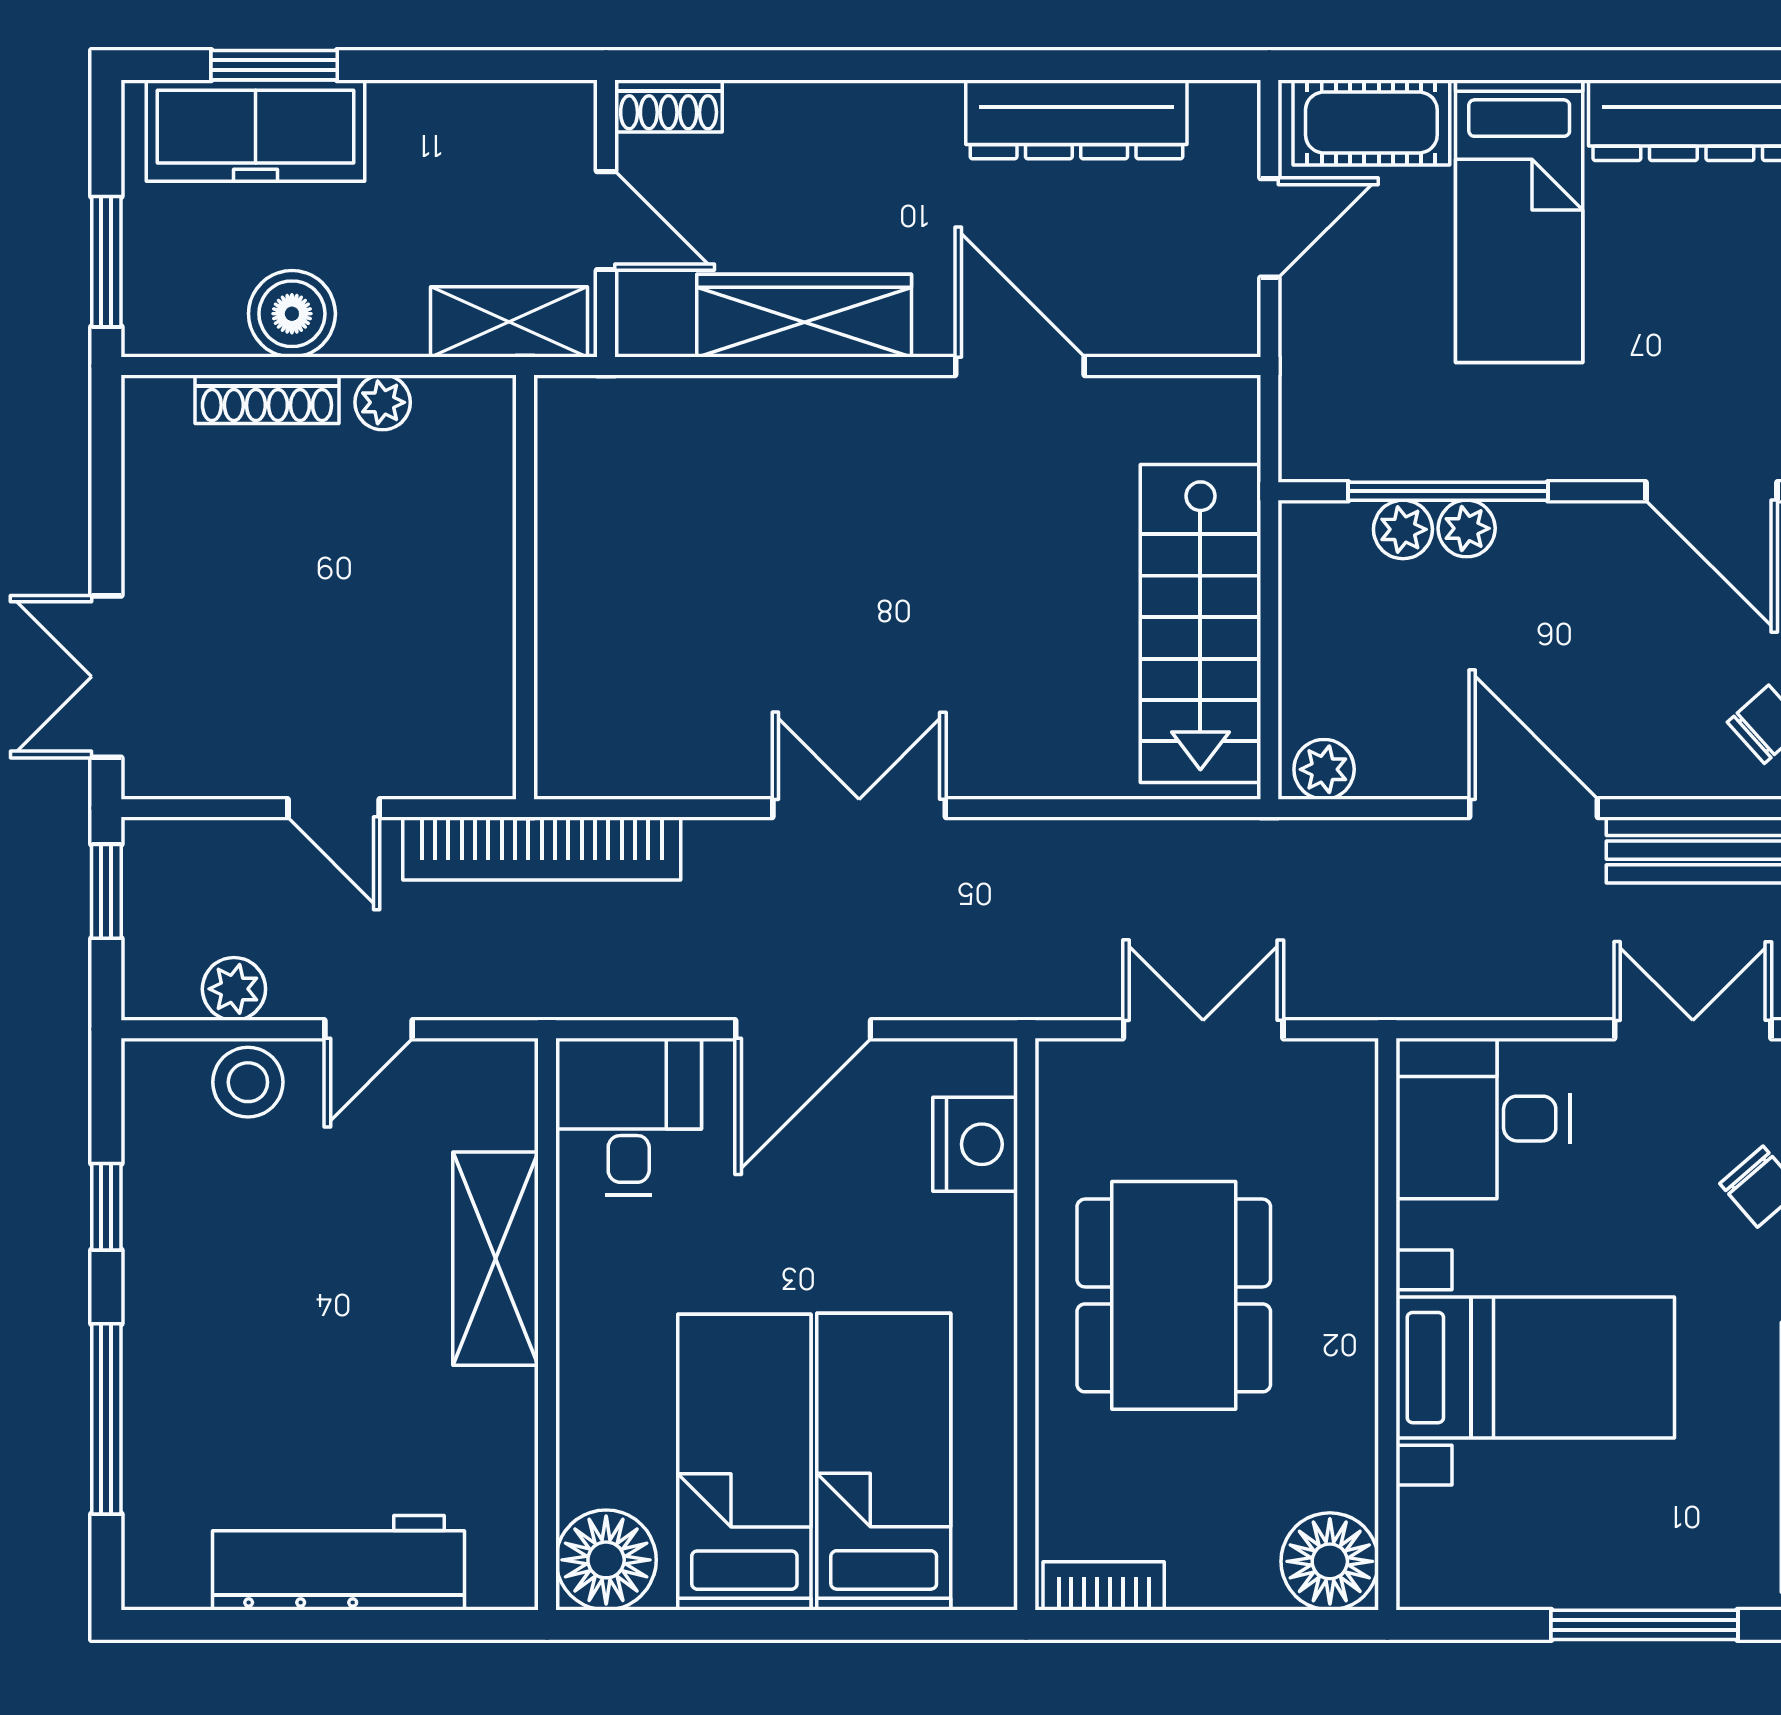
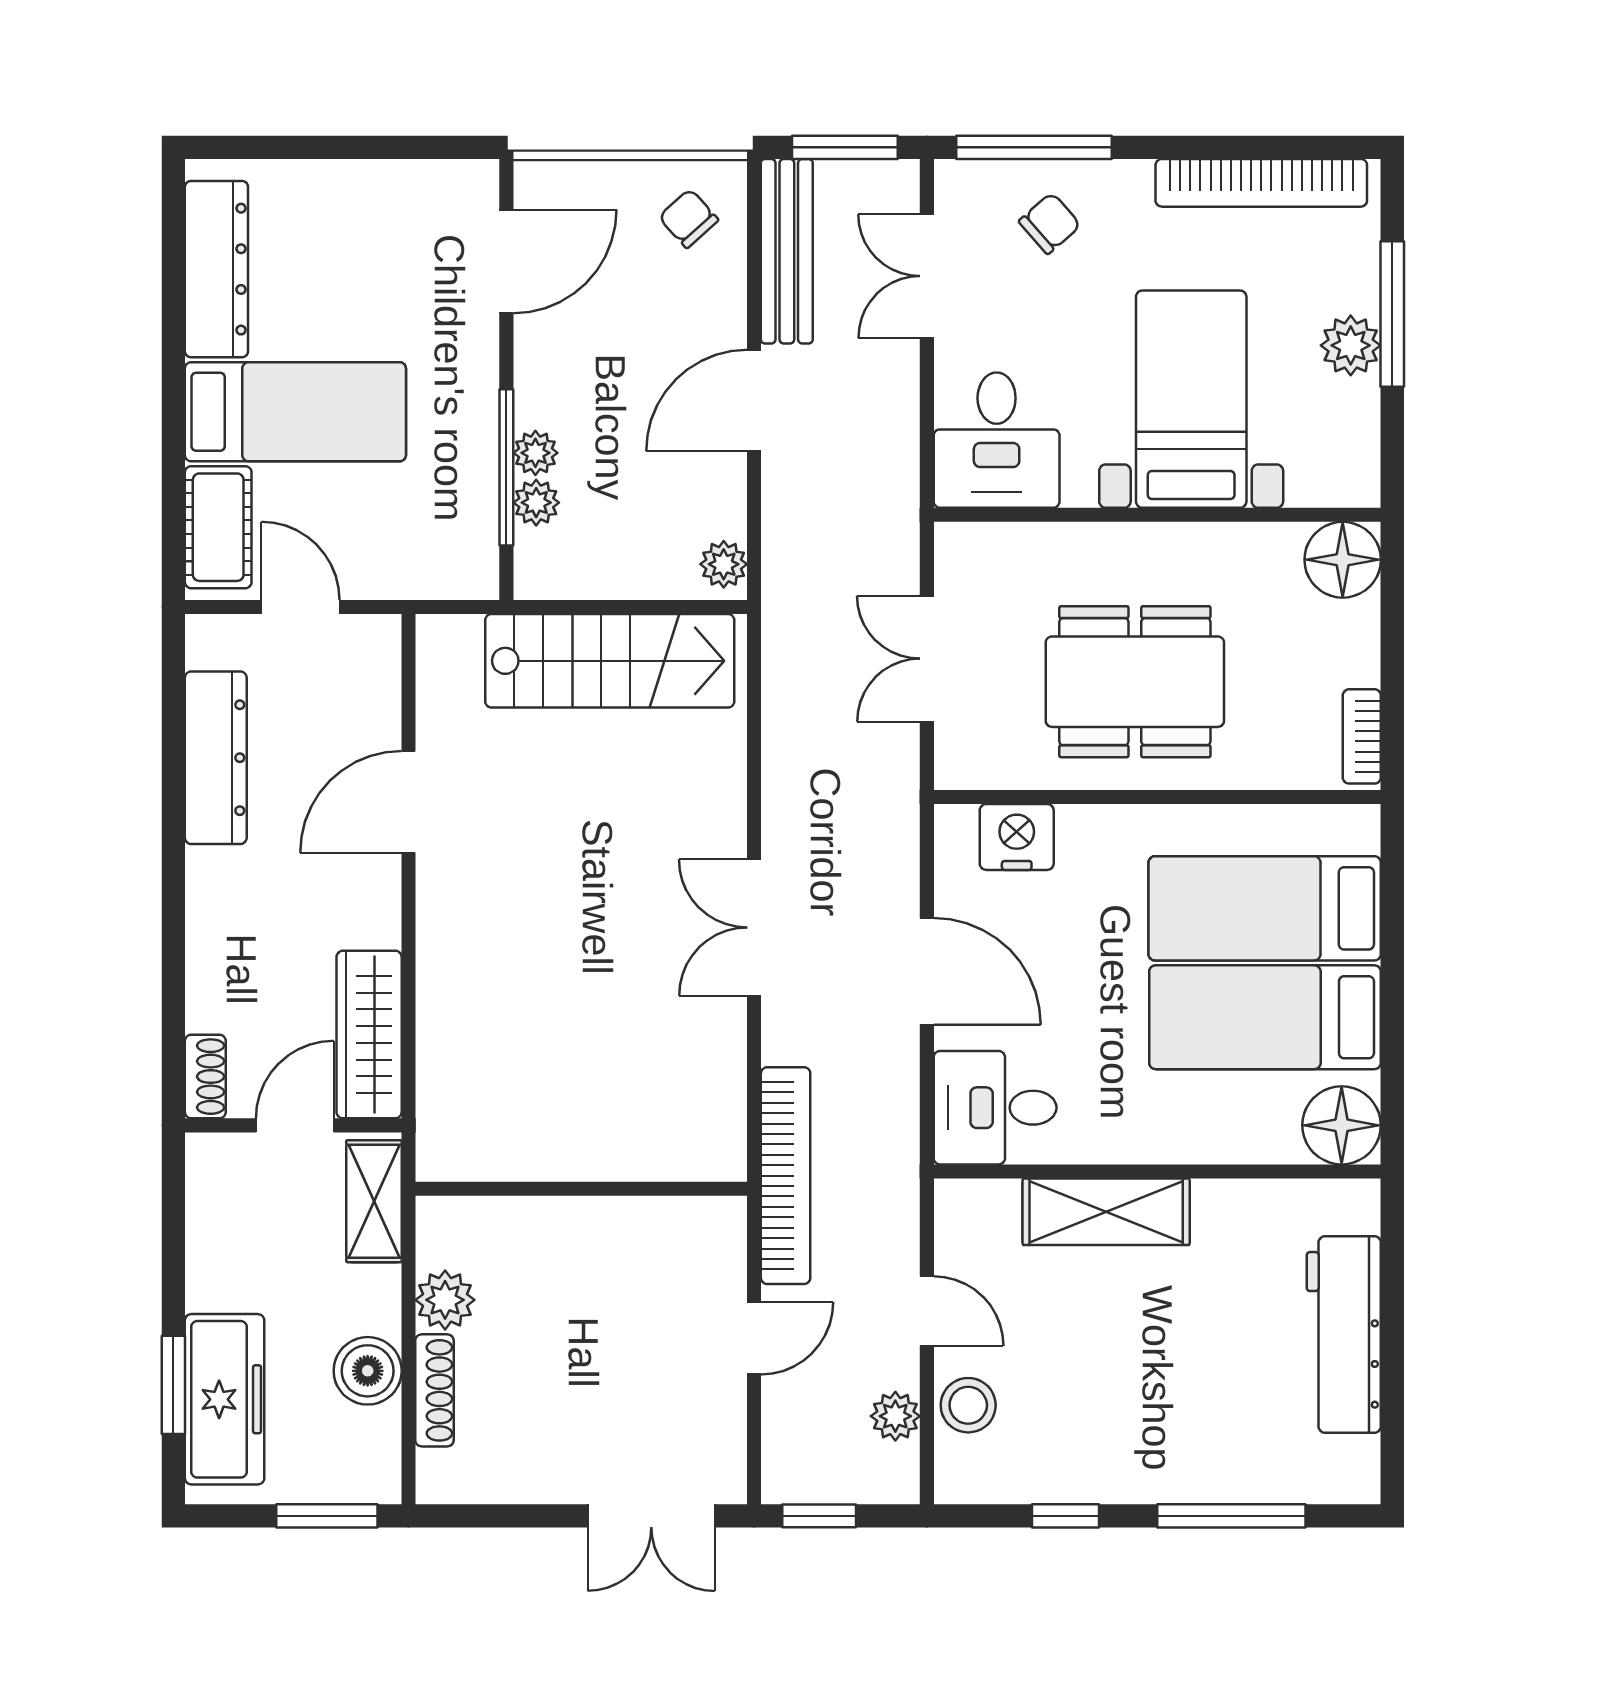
wardrobe: (804, 316) -> (369, 1035), moved
plant: (383, 402) -> (445, 1300), width x1.38, depth x1.38
plant: (1604, 1572) -> (1351, 345), added

